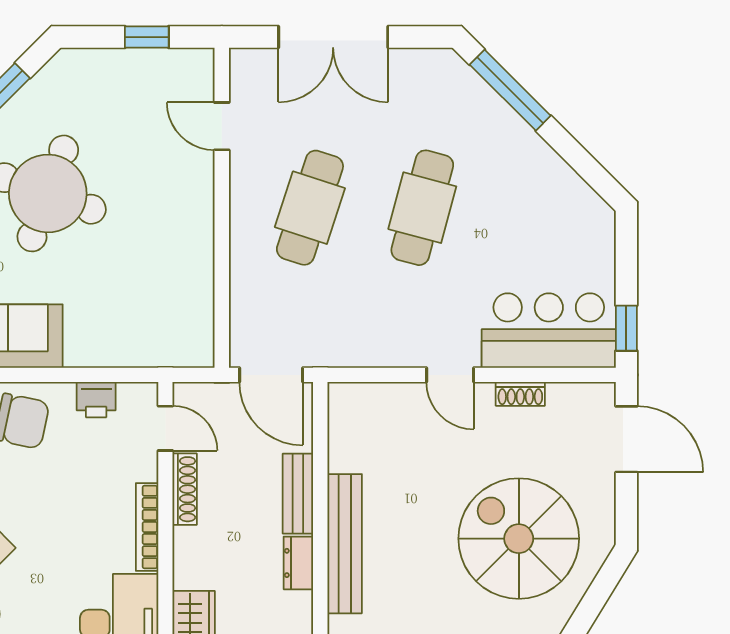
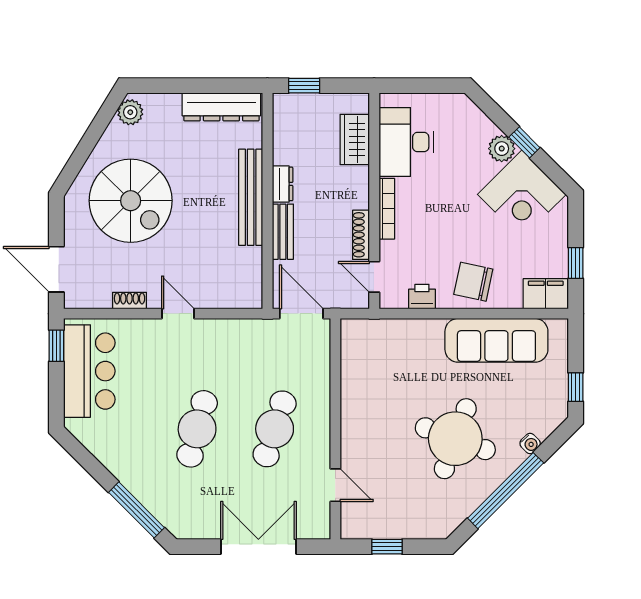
bar counter: (549, 331) -> (89, 371), moved, turned -90

